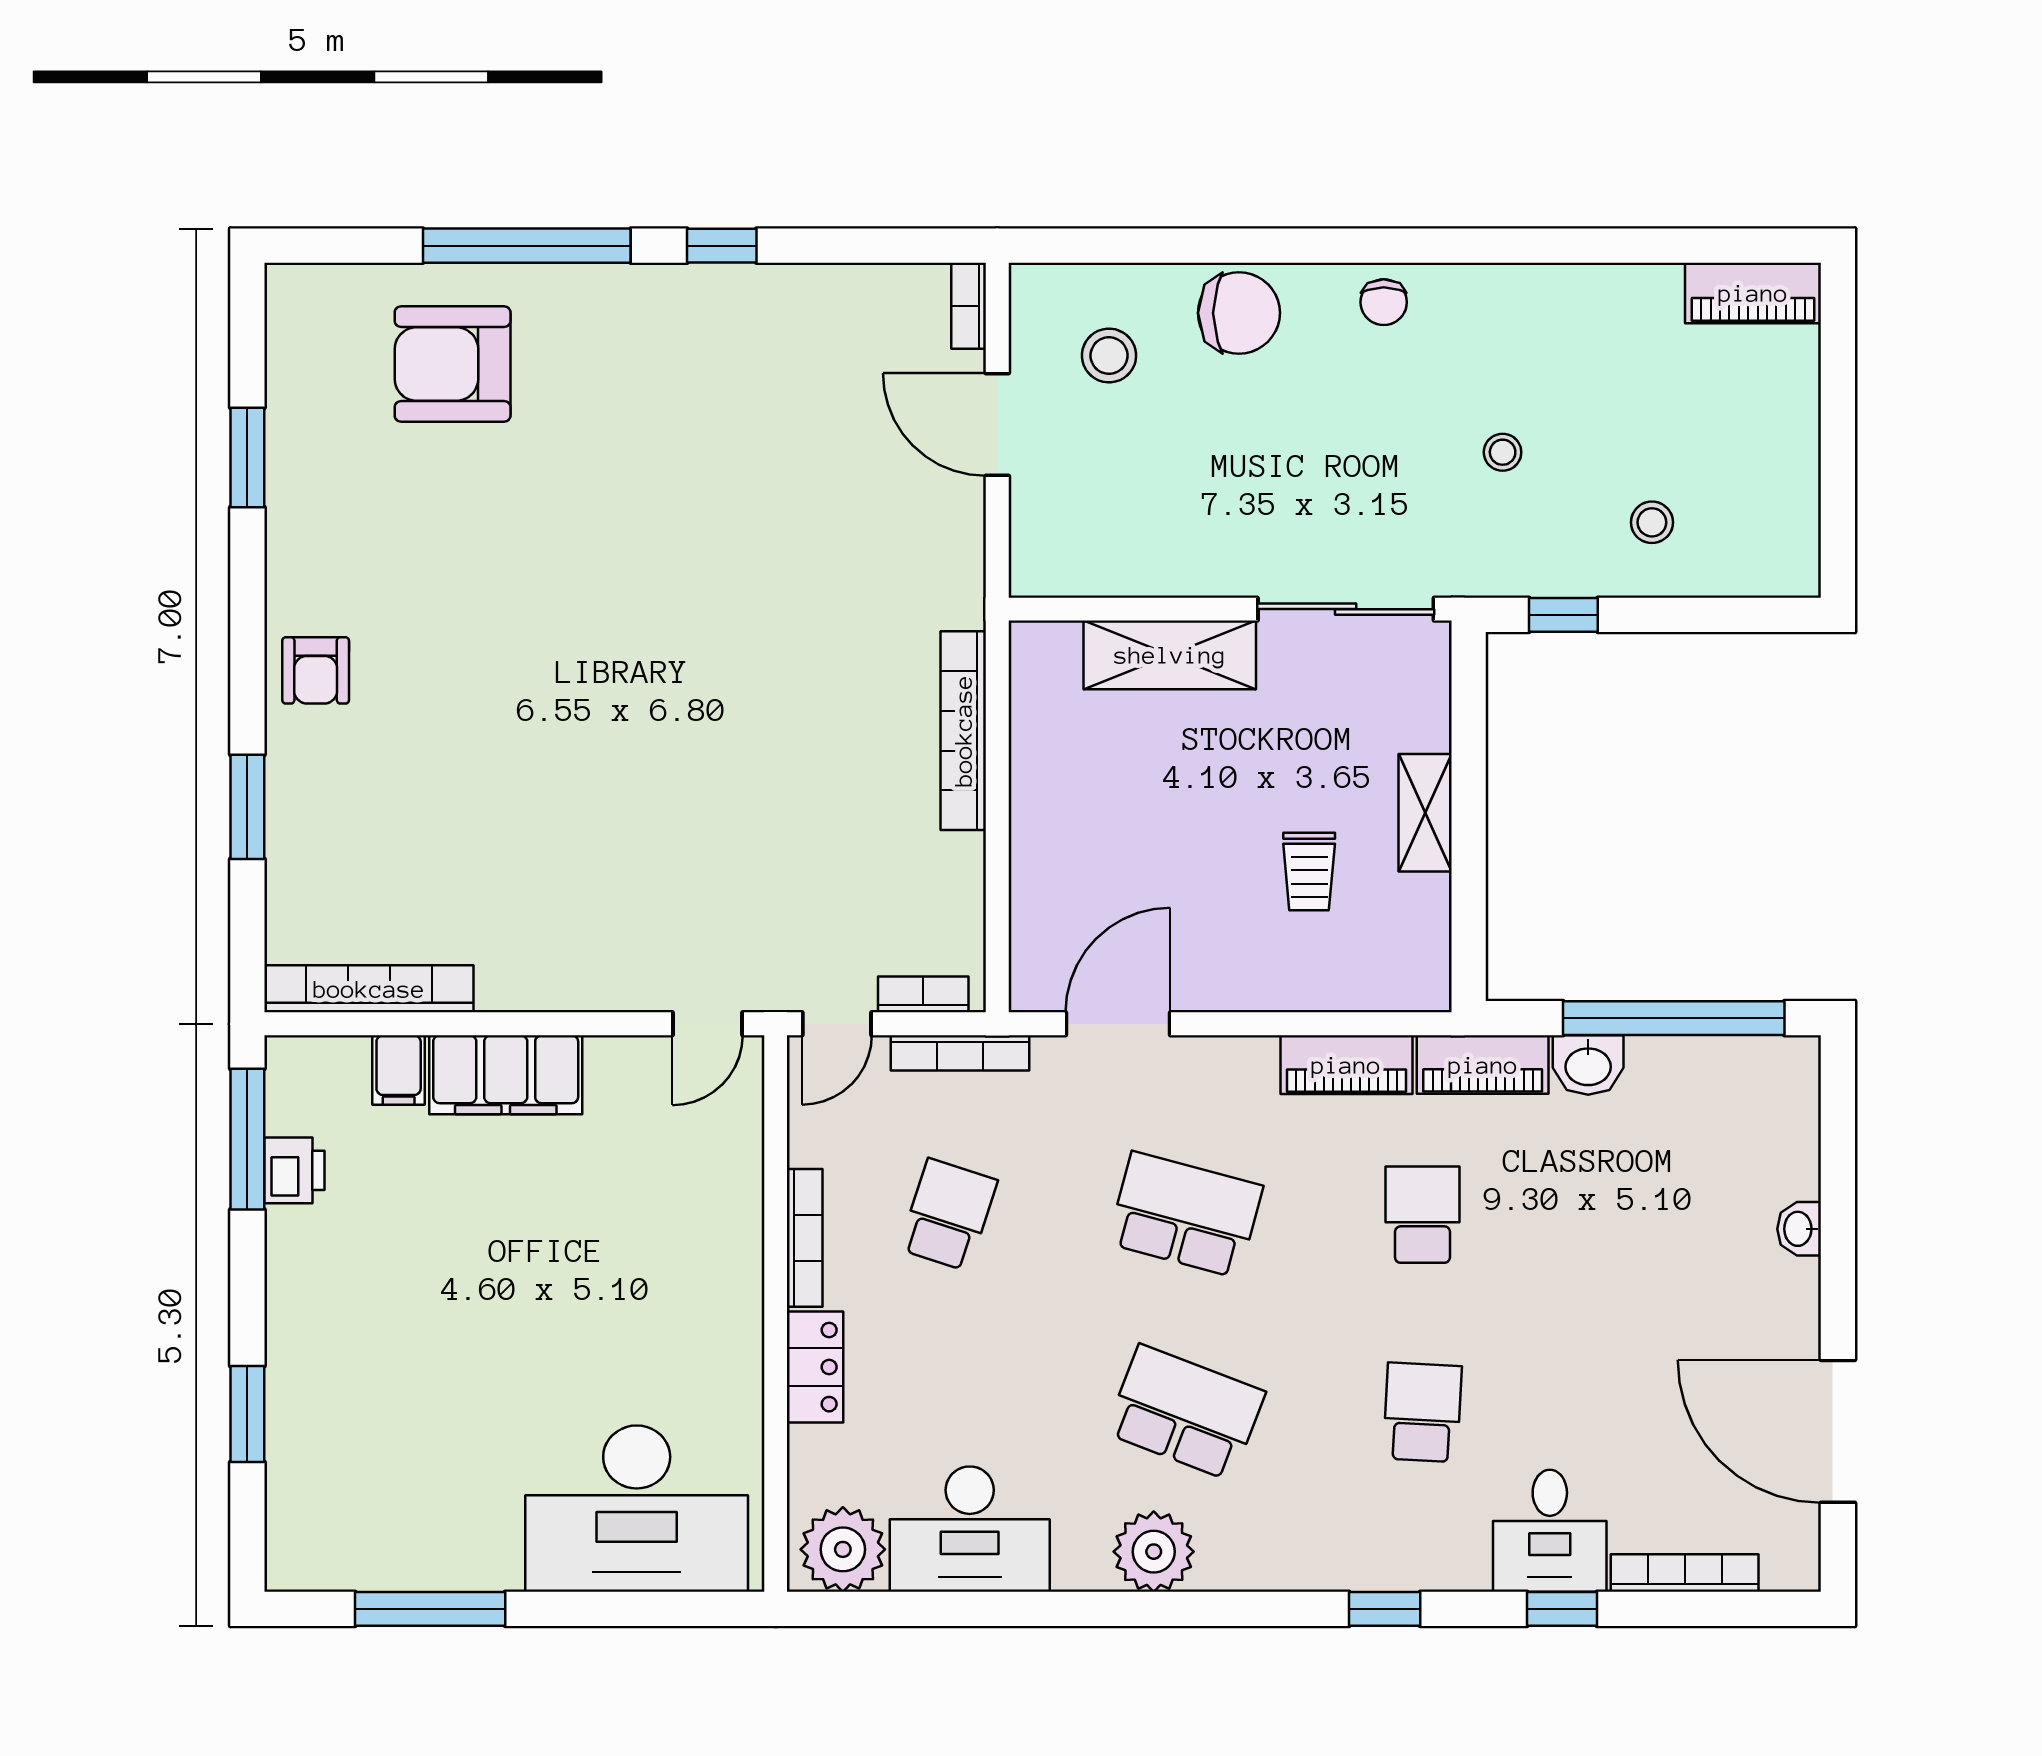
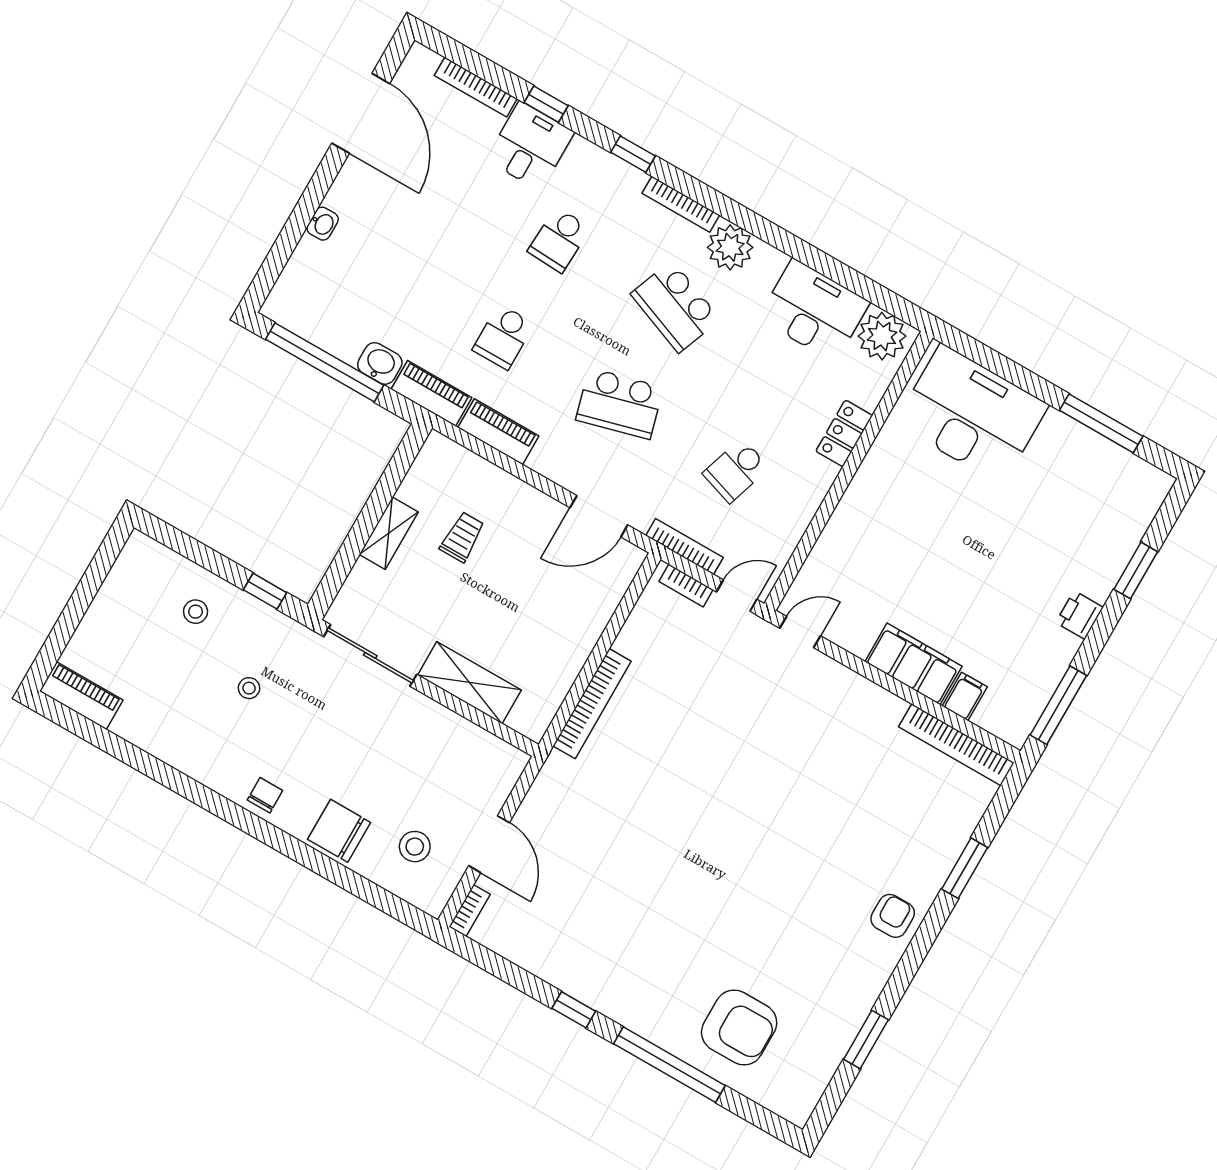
printer: (294, 1170) -> (1080, 615), moved
school desk: (1185, 1215) -> (620, 404), turned -30
bookcase: (805, 1238) -> (681, 204), moved, turned -90

